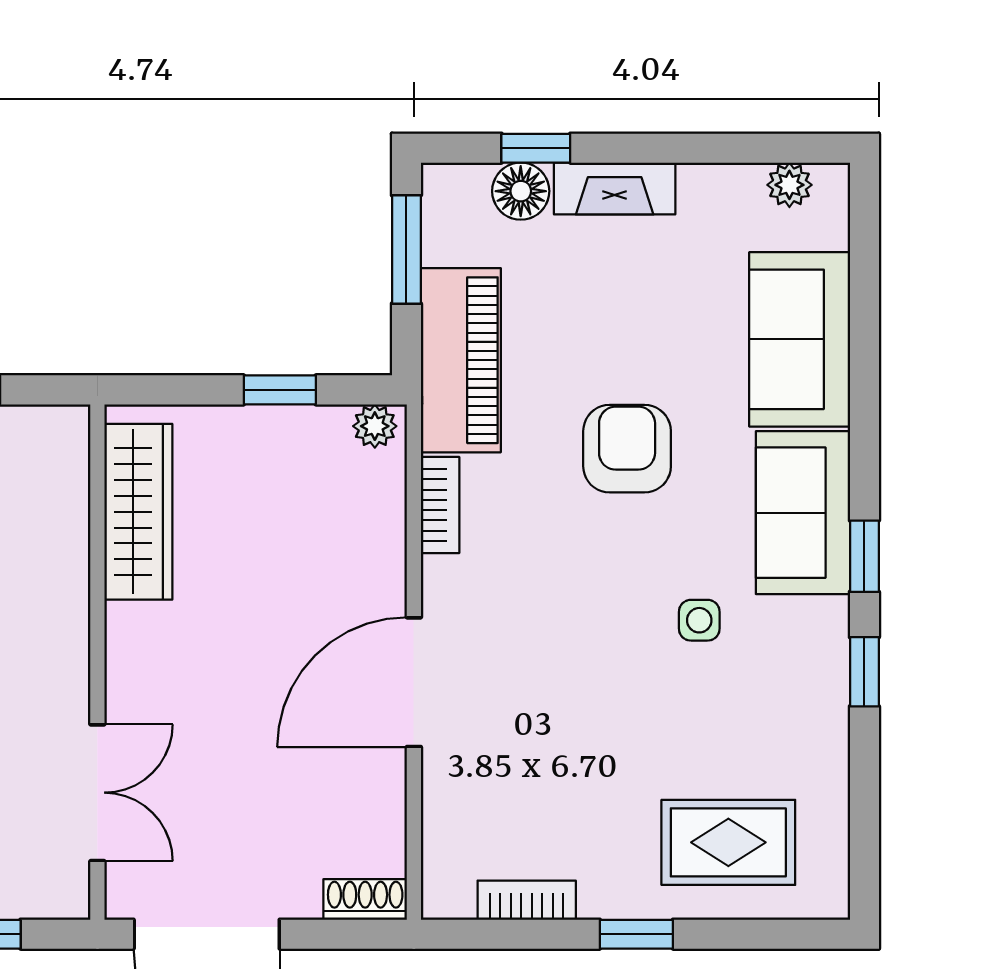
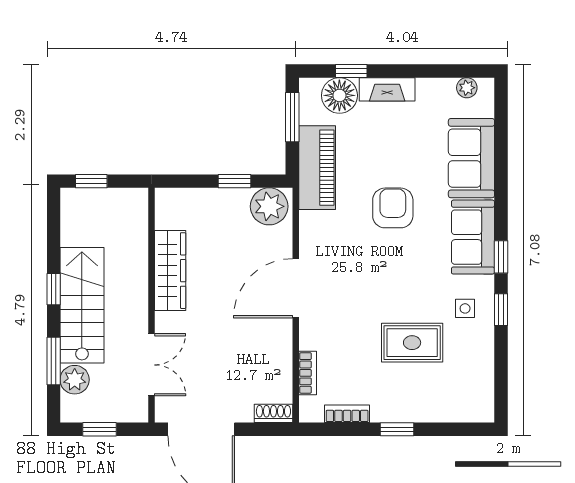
floor lamp: (521, 191) -> (339, 95), width x1.38, depth x1.38
plant: (375, 426) -> (269, 206), width x1.87, depth x1.87
bookcase: (440, 505) -> (308, 373), moved
wardrobe: (138, 512) -> (170, 271), moved
side table: (699, 620) -> (465, 308), moved
door: (414, 682) -> (296, 288), moved
rug: (728, 842) -> (412, 343), moved

